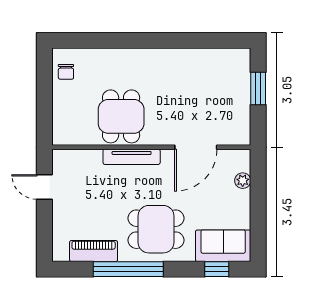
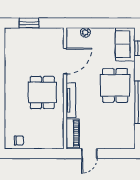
dining table: (121, 116) -> (42, 92), moved, turned 90
door: (196, 147) -> (65, 61), hinge flipped
piano: (94, 251) -> (73, 133), moved, turned 180

